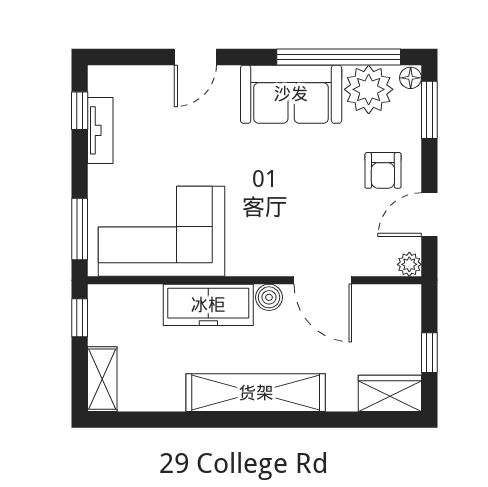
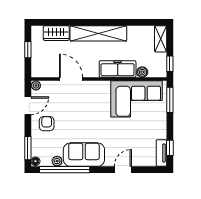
plant: (369, 89) -> (57, 161), width x0.53, depth x0.53
tv unit: (100, 130) -> (161, 153), moved
boiler: (269, 297) -> (142, 72), moved
wardrobe: (390, 393) -> (56, 33), moved

